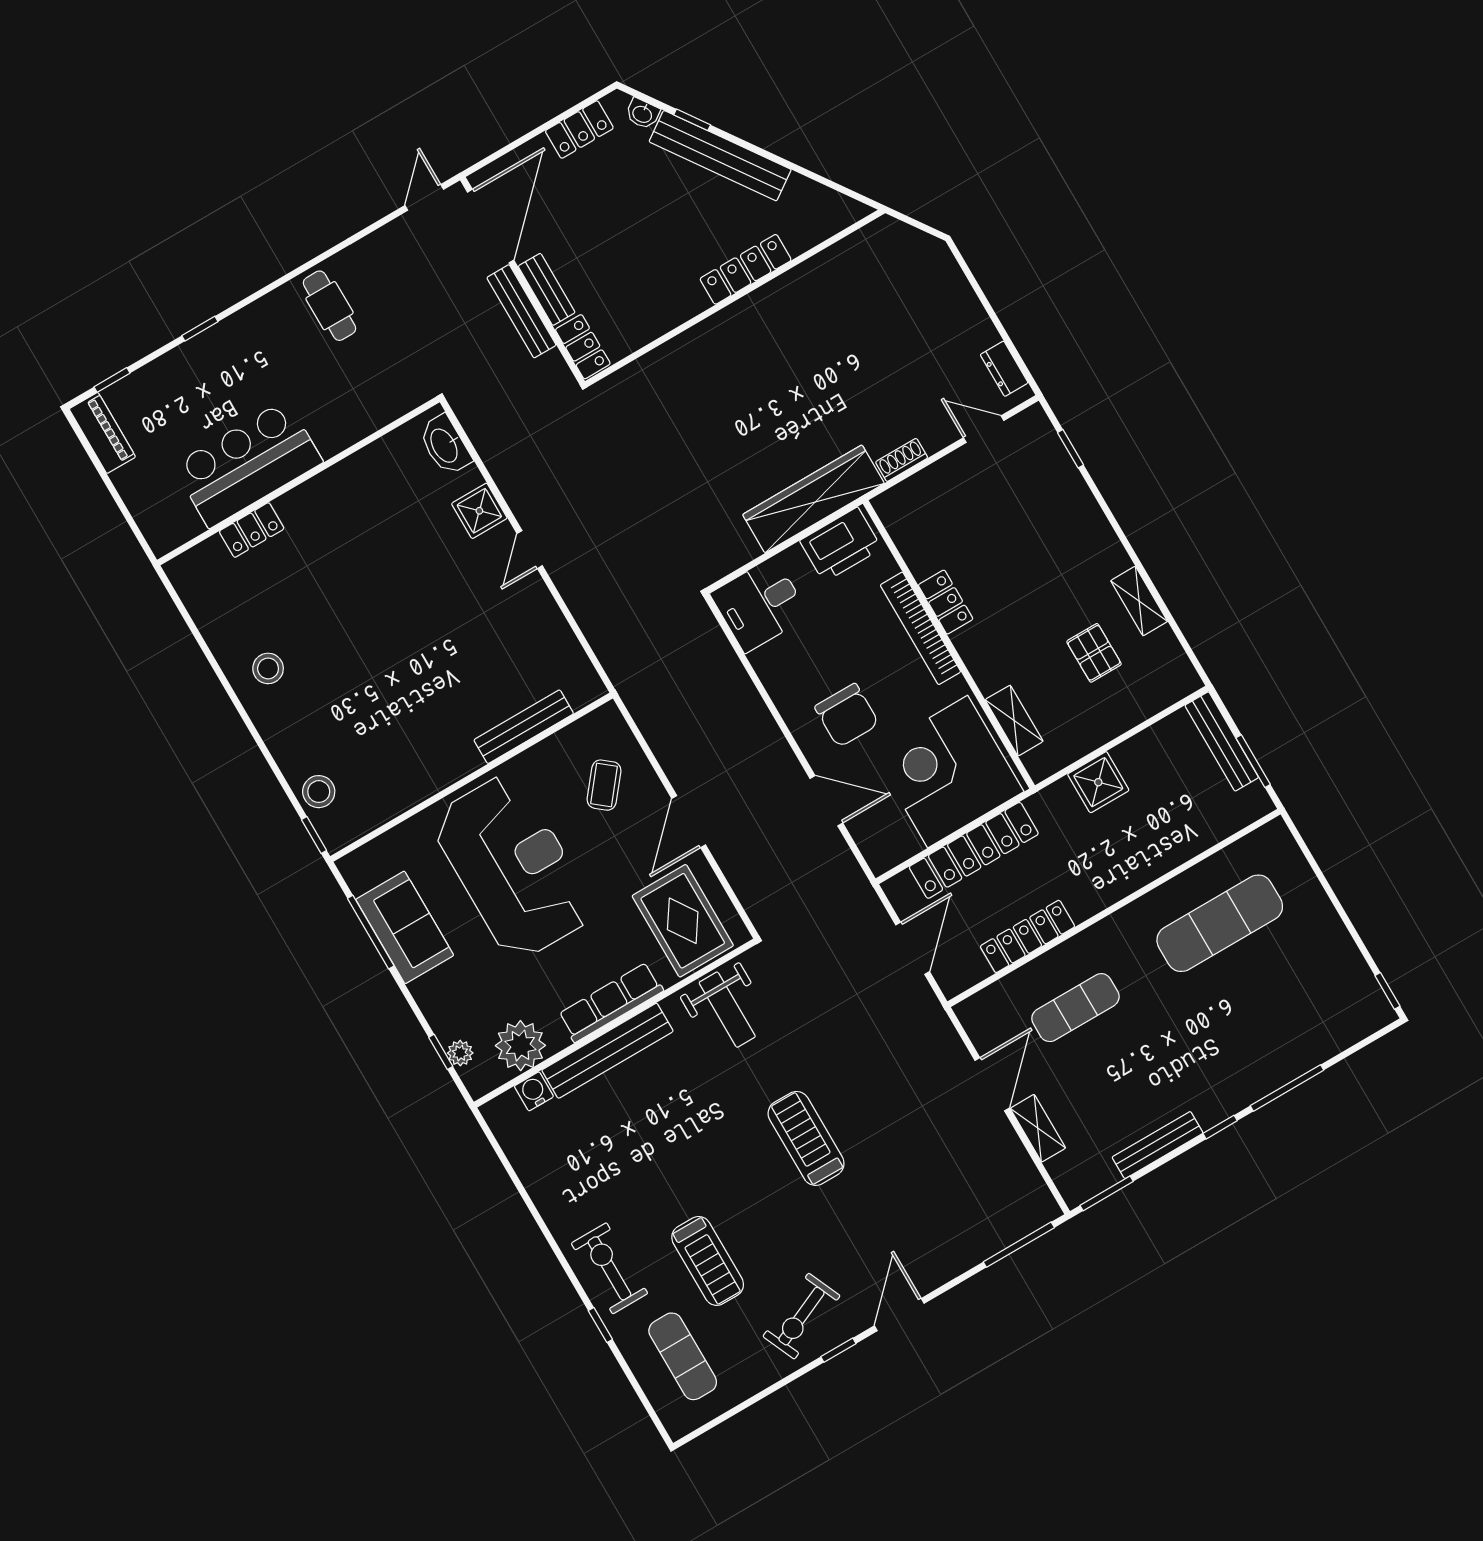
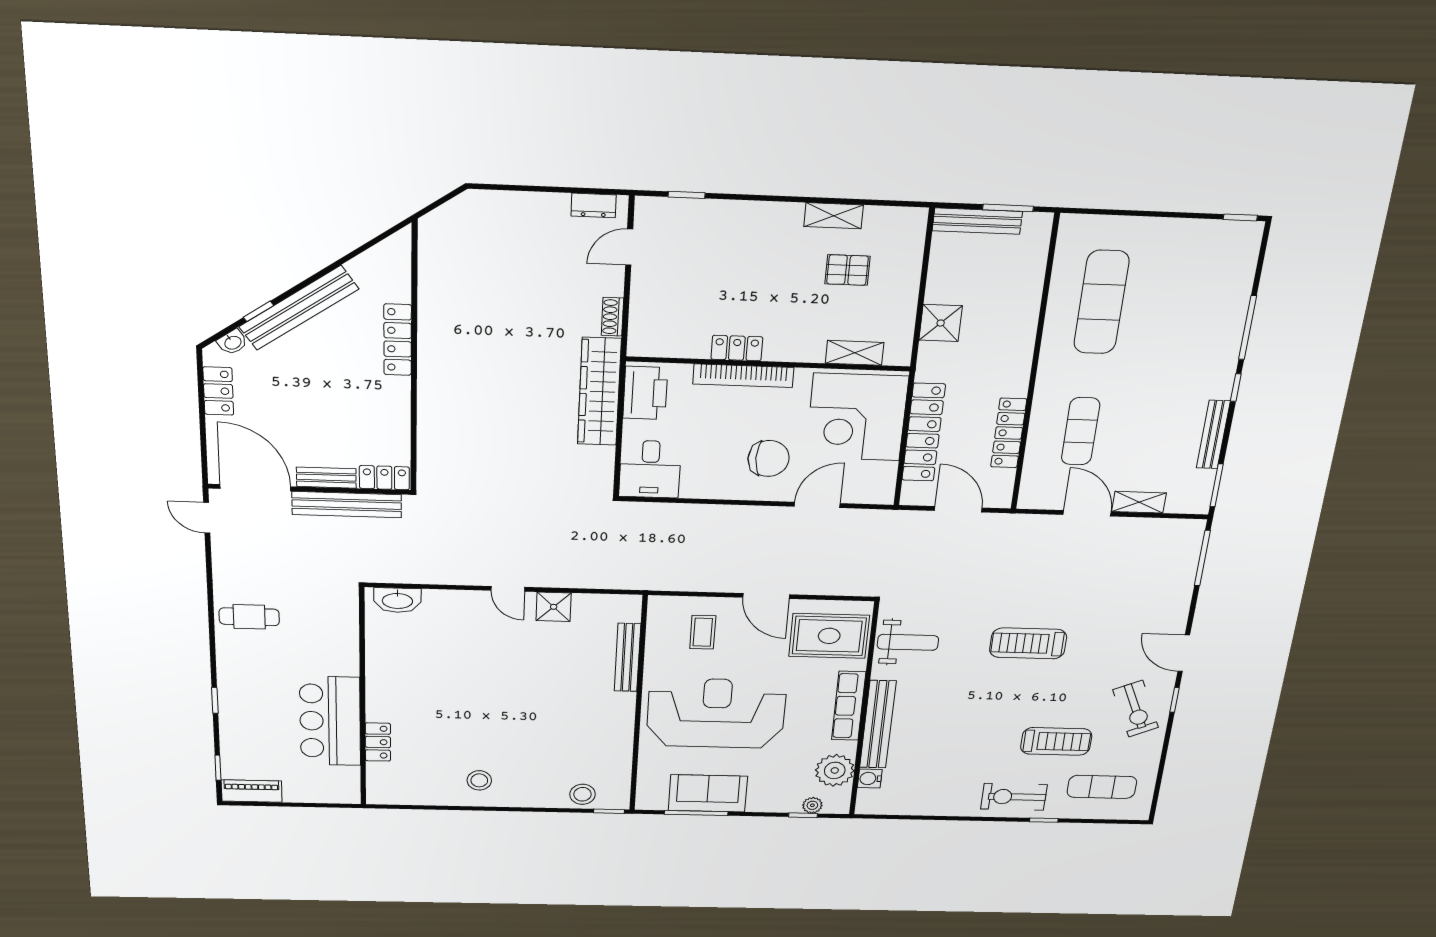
bench: (521, 311) -> (347, 505), width x1.37, depth x1.21
shower: (479, 511) -> (554, 607), moved
coffee table: (604, 785) -> (703, 632), turned 51

